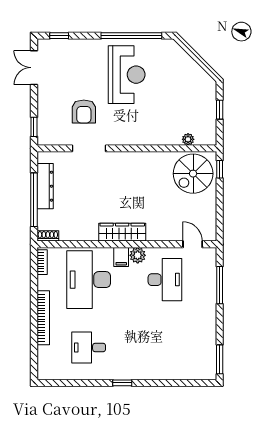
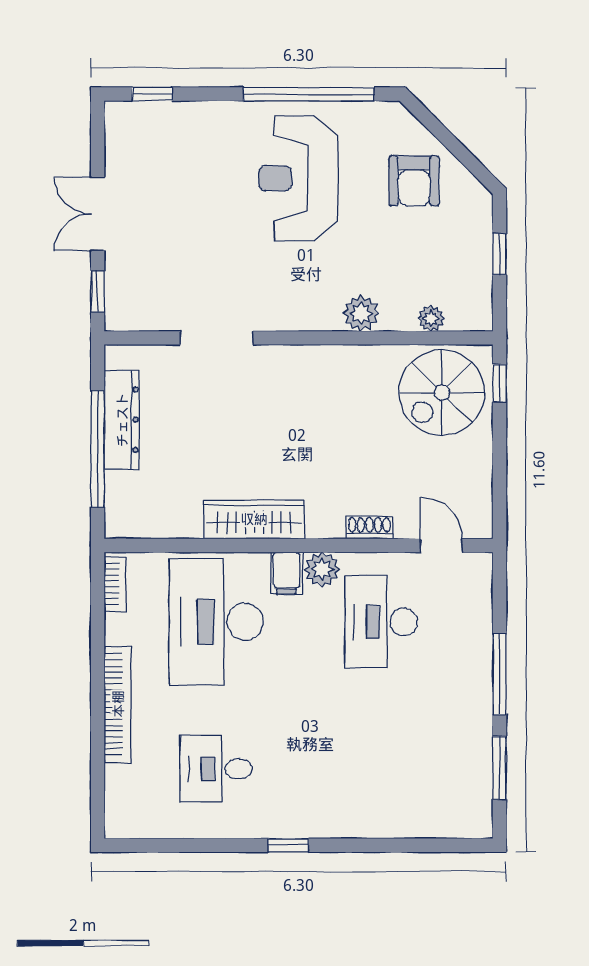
double door: (34, 68) -> (98, 214), moved
reception desk: (127, 75) -> (298, 178), turned 180
armchair: (84, 111) -> (414, 181), moved
plant: (156, 137) -> (361, 313), added
wardrobe: (122, 232) -> (254, 519), moved
shoe rack: (48, 236) -> (369, 527), moved
desk: (165, 280) -> (381, 622), turned 180
window: (220, 285) -> (500, 674), moved
window: (220, 359) -> (500, 768), moved

